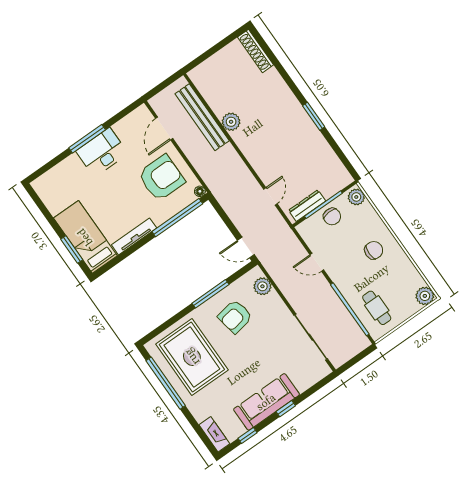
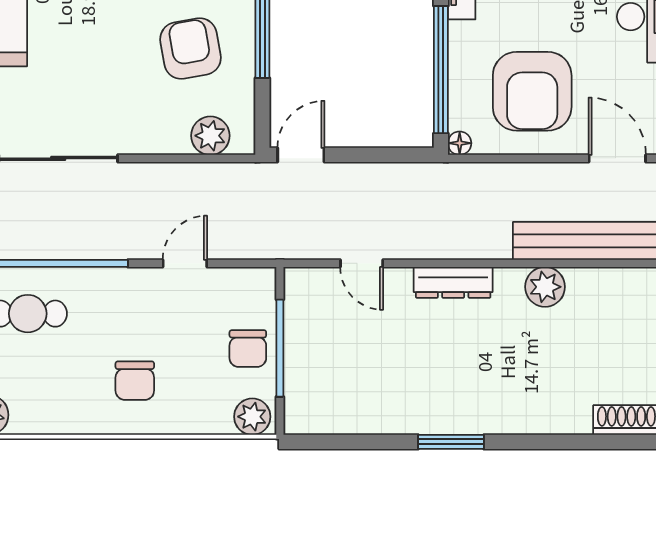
dresser: (307, 206) -> (453, 282), moved, turned 90
chair: (332, 216) -> (248, 349), turned -86

